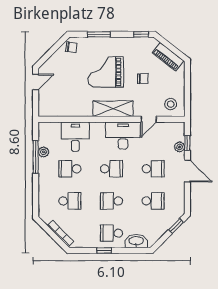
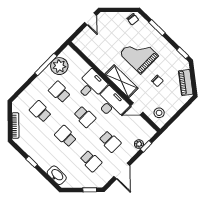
door: (36, 82) -> (90, 19), hinge flipped
desk: (75, 137) -> (91, 85), moved
plant: (44, 152) -> (59, 66), width x1.87, depth x1.87
door: (187, 171) -> (122, 171), moved
school desk: (70, 201) -> (40, 111), turned 180
school desk: (111, 233) -> (46, 156), removed

